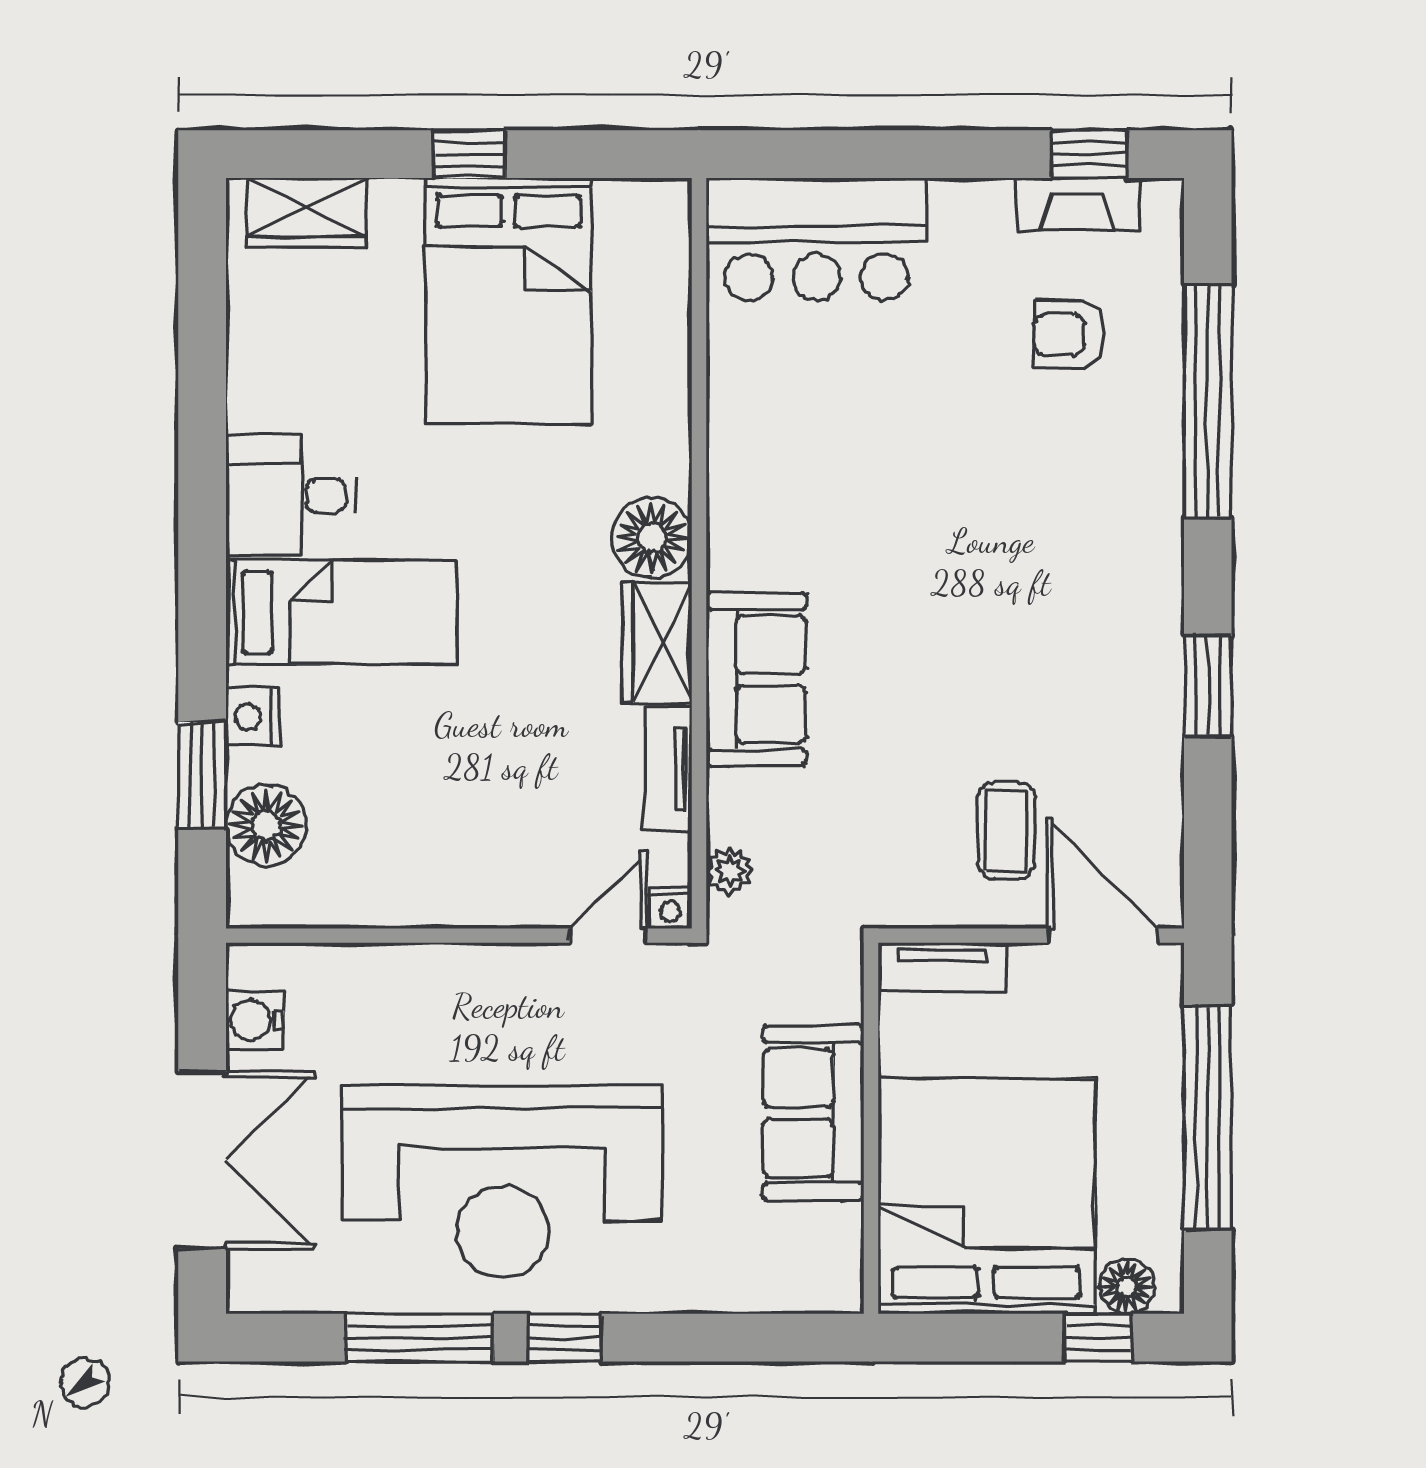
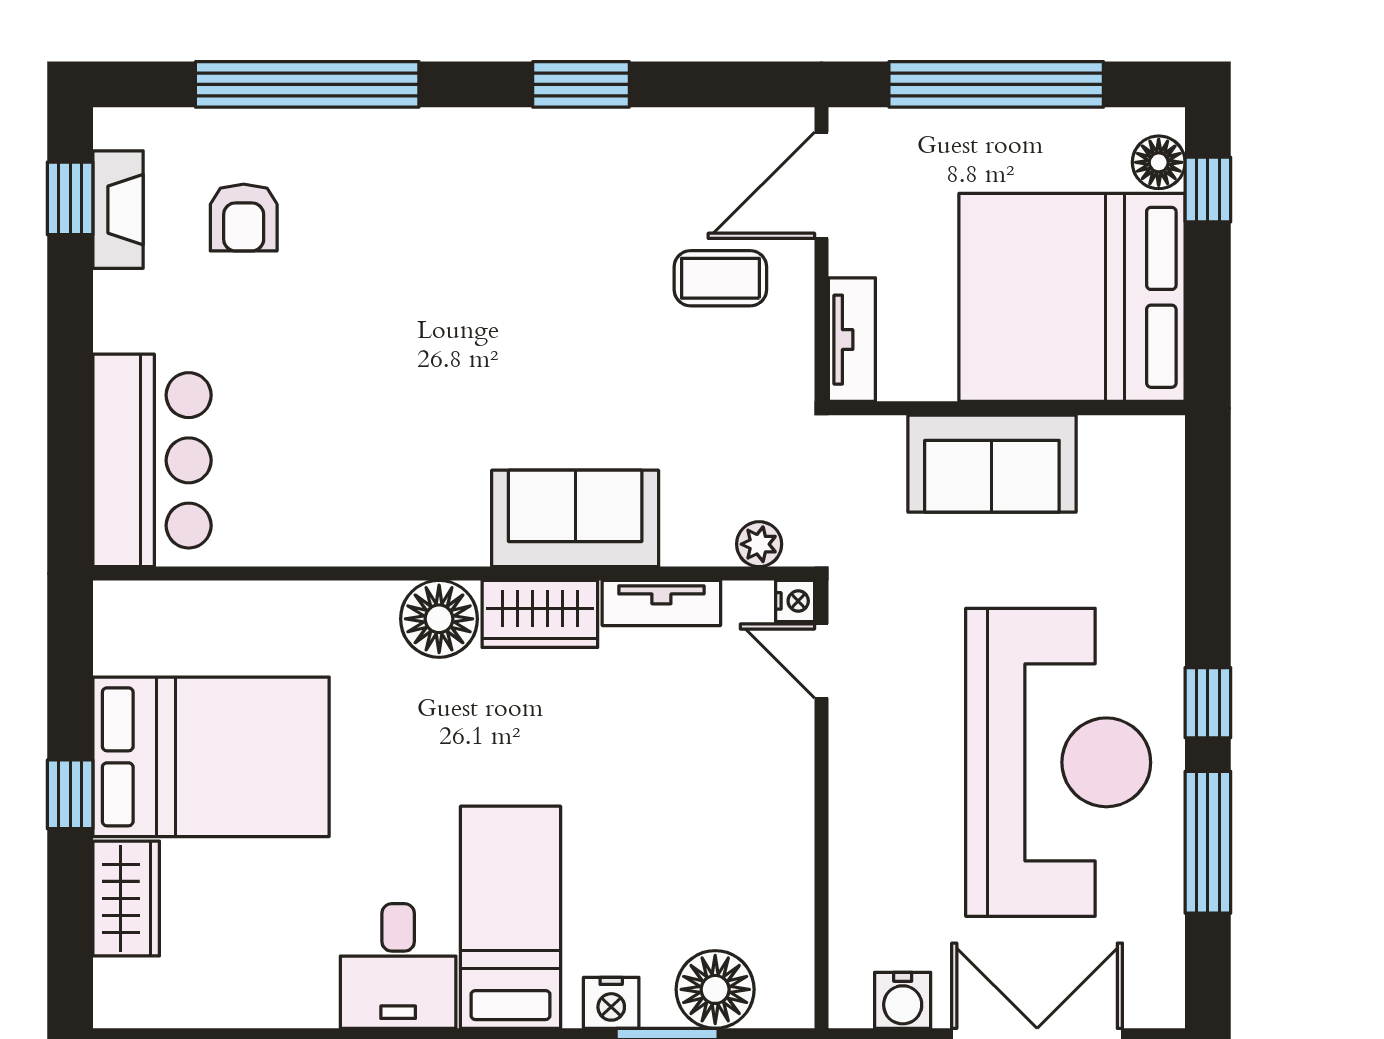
wardrobe: (307, 212) -> (126, 898), moved

